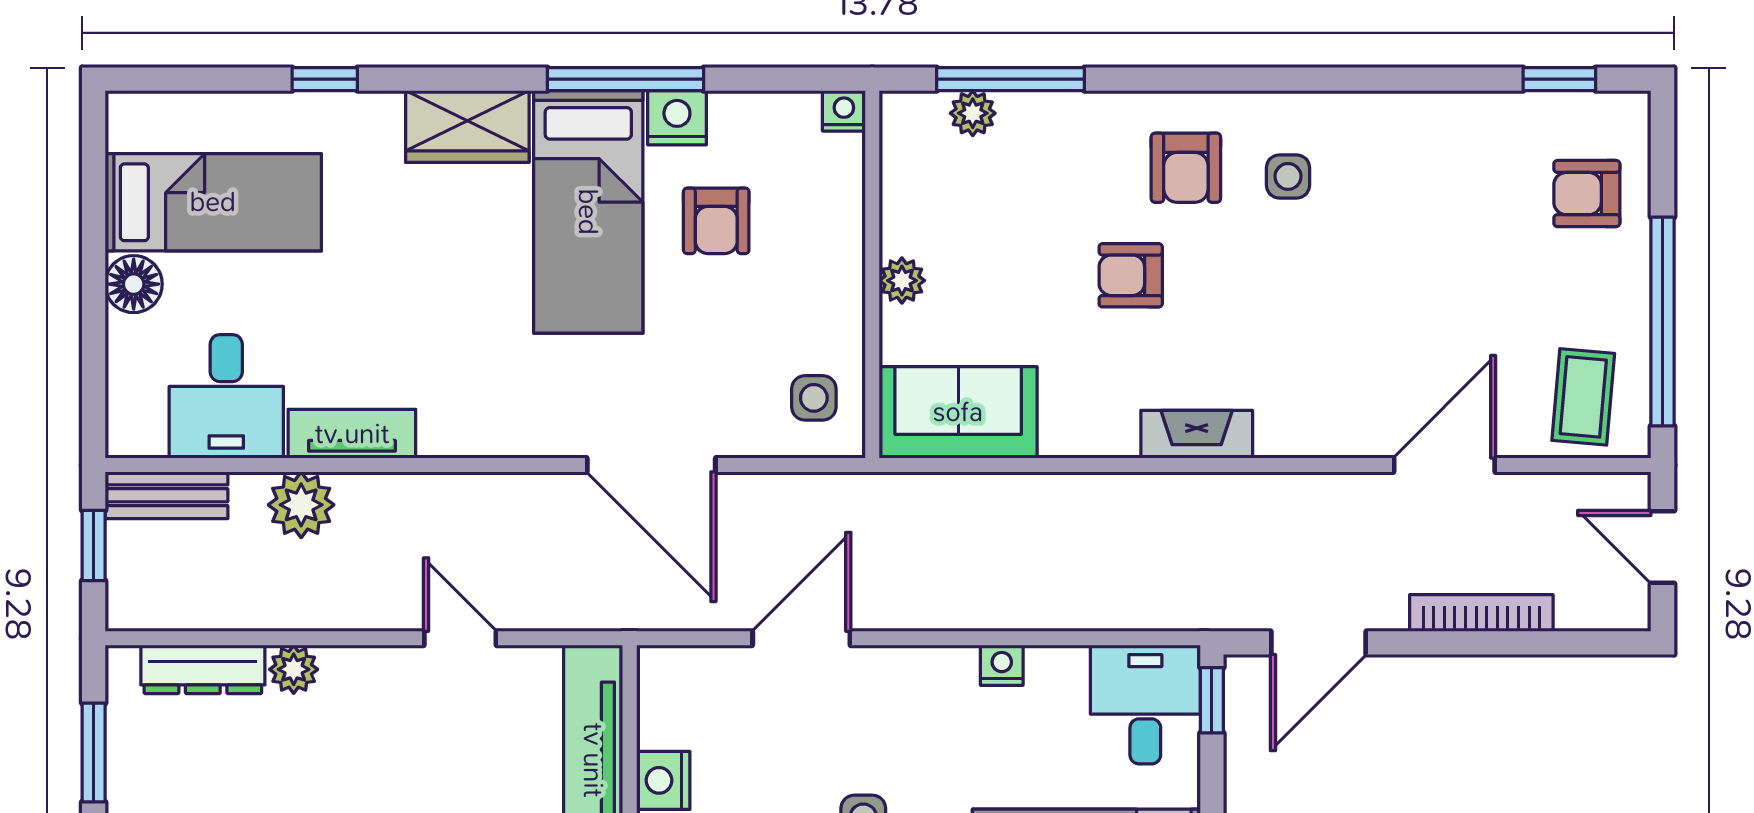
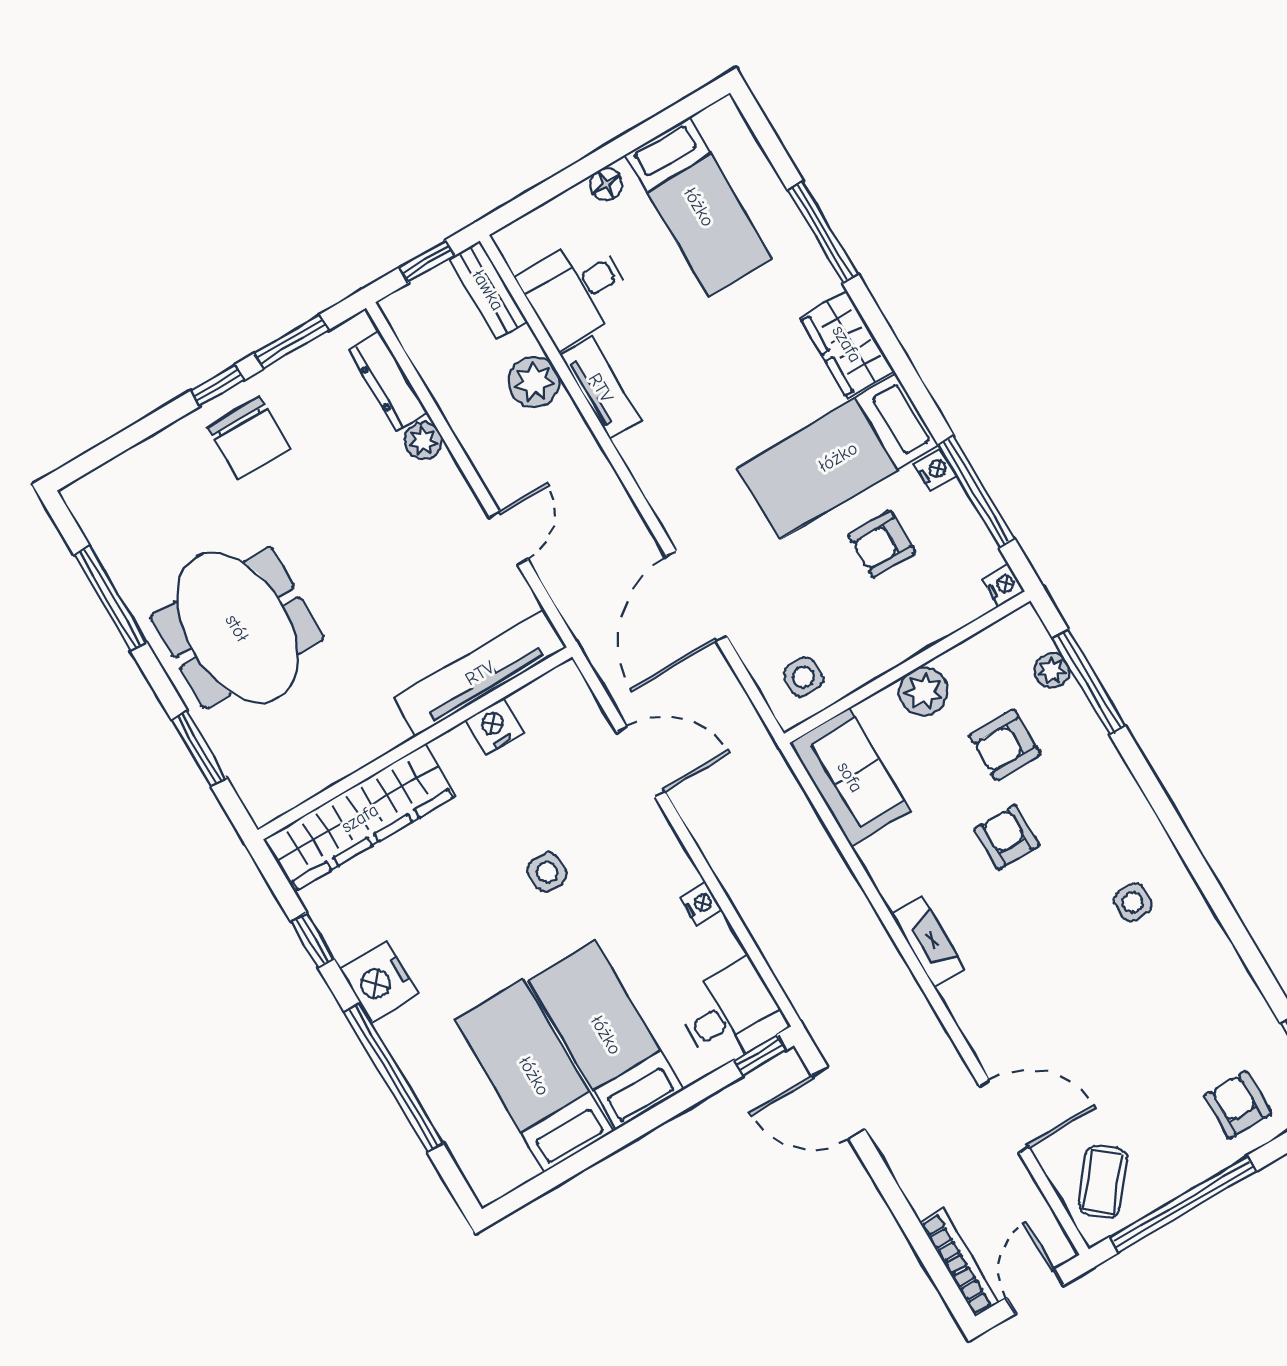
window: (325, 79) -> (823, 232), width x2.17
window: (625, 79) -> (976, 492), moved
nightstand: (677, 118) -> (936, 470), width x0.72, depth x0.74
armchair: (1186, 168) -> (1005, 745), moved
plant: (902, 281) -> (924, 691), width x1.38, depth x1.38
floor lamp: (134, 284) -> (606, 184), width x0.73, depth x0.73
coffee table: (1583, 397) -> (1103, 1181), turned -56
bookcase: (1481, 613) -> (959, 1263), moved

